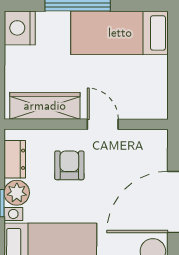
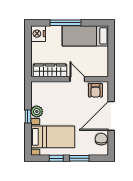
dresser: (15, 159) -> (36, 96), removed
armchair: (69, 165) -> (95, 90), moved, turned 180

